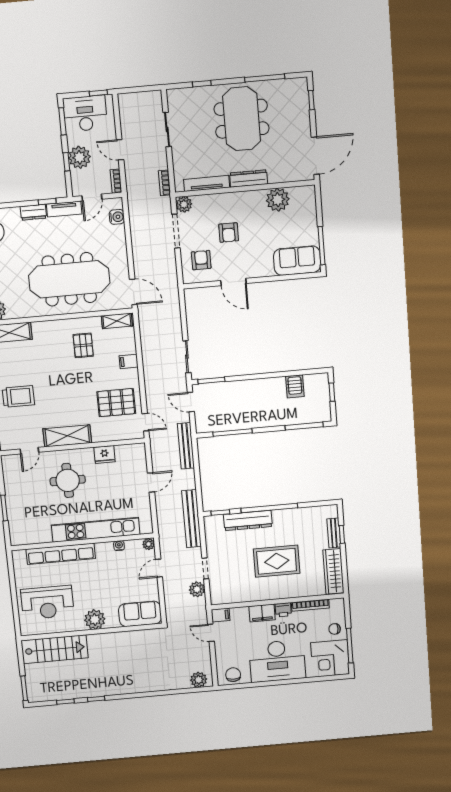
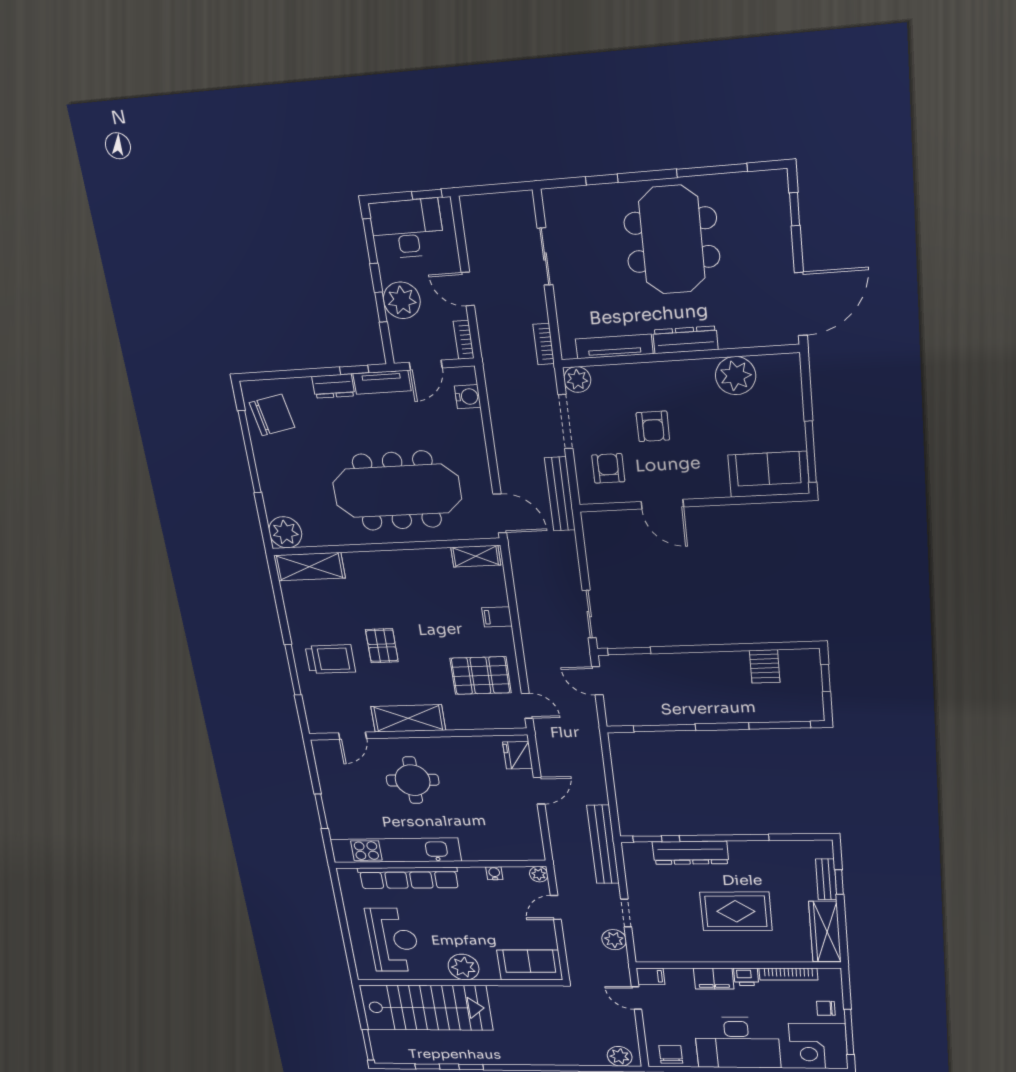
pallet: (83, 345) -> (382, 646), moved
bench: (186, 446) -> (560, 494), moved
fridge: (105, 455) -> (518, 755), moved, turned 90
kitchen unit: (96, 530) -> (396, 850), moved
reception desk: (47, 603) -> (393, 940), turned -90
stairs: (55, 649) -> (426, 1008), width x1.36, depth x1.51

